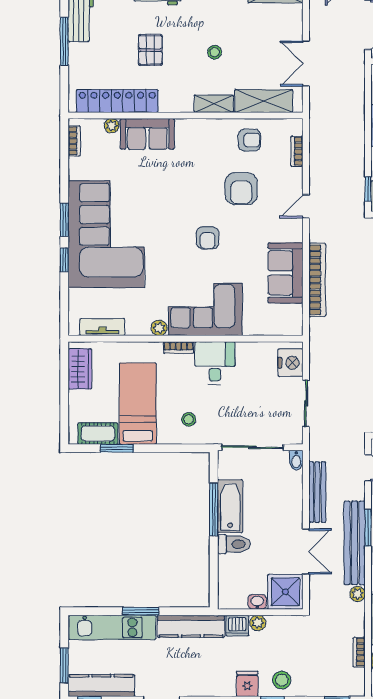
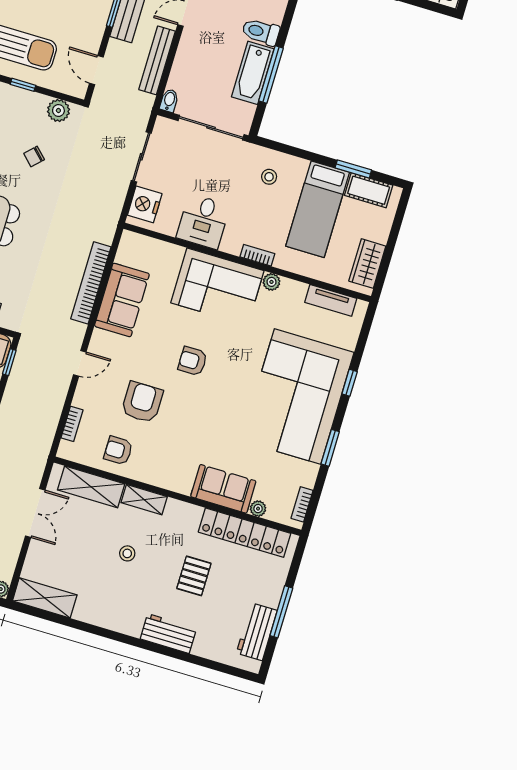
window: (64, 220) -> (330, 448), moved
armchair: (208, 238) -> (193, 361), turned -90
desk: (215, 363) -> (203, 221), moved

